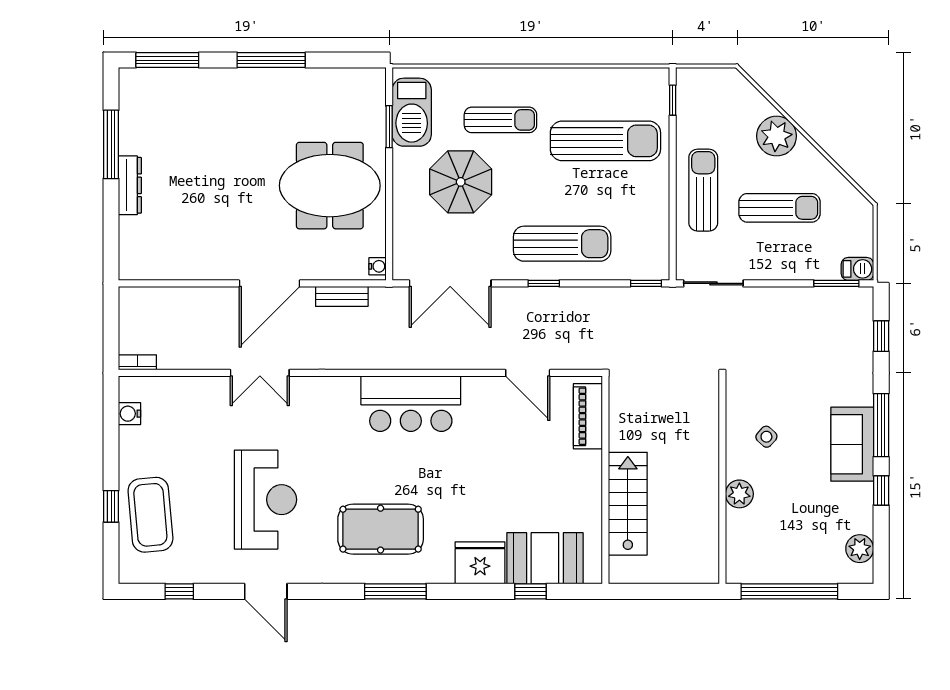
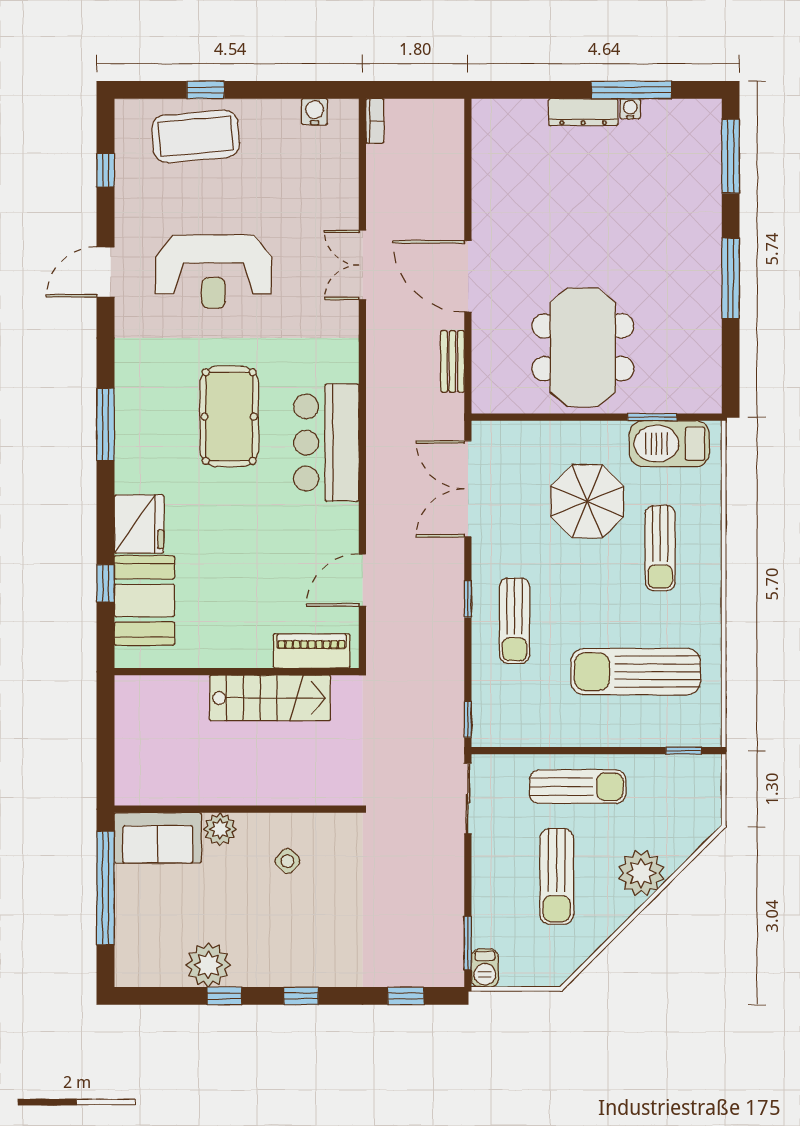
sun lounger: (605, 141) -> (636, 672), turned 90
sun lounger: (562, 244) -> (515, 621), width x0.73, depth x0.75
water cooler: (378, 266) -> (630, 109), moved, turned 180
window: (881, 425) -> (301, 996), width x0.46
sofa: (852, 444) -> (158, 838), moved, turned 180
stairs: (628, 504) -> (270, 698), moved
pool table: (381, 529) -> (229, 417), moved
plant: (860, 549) -> (208, 965), moved, width x1.36, depth x1.36

